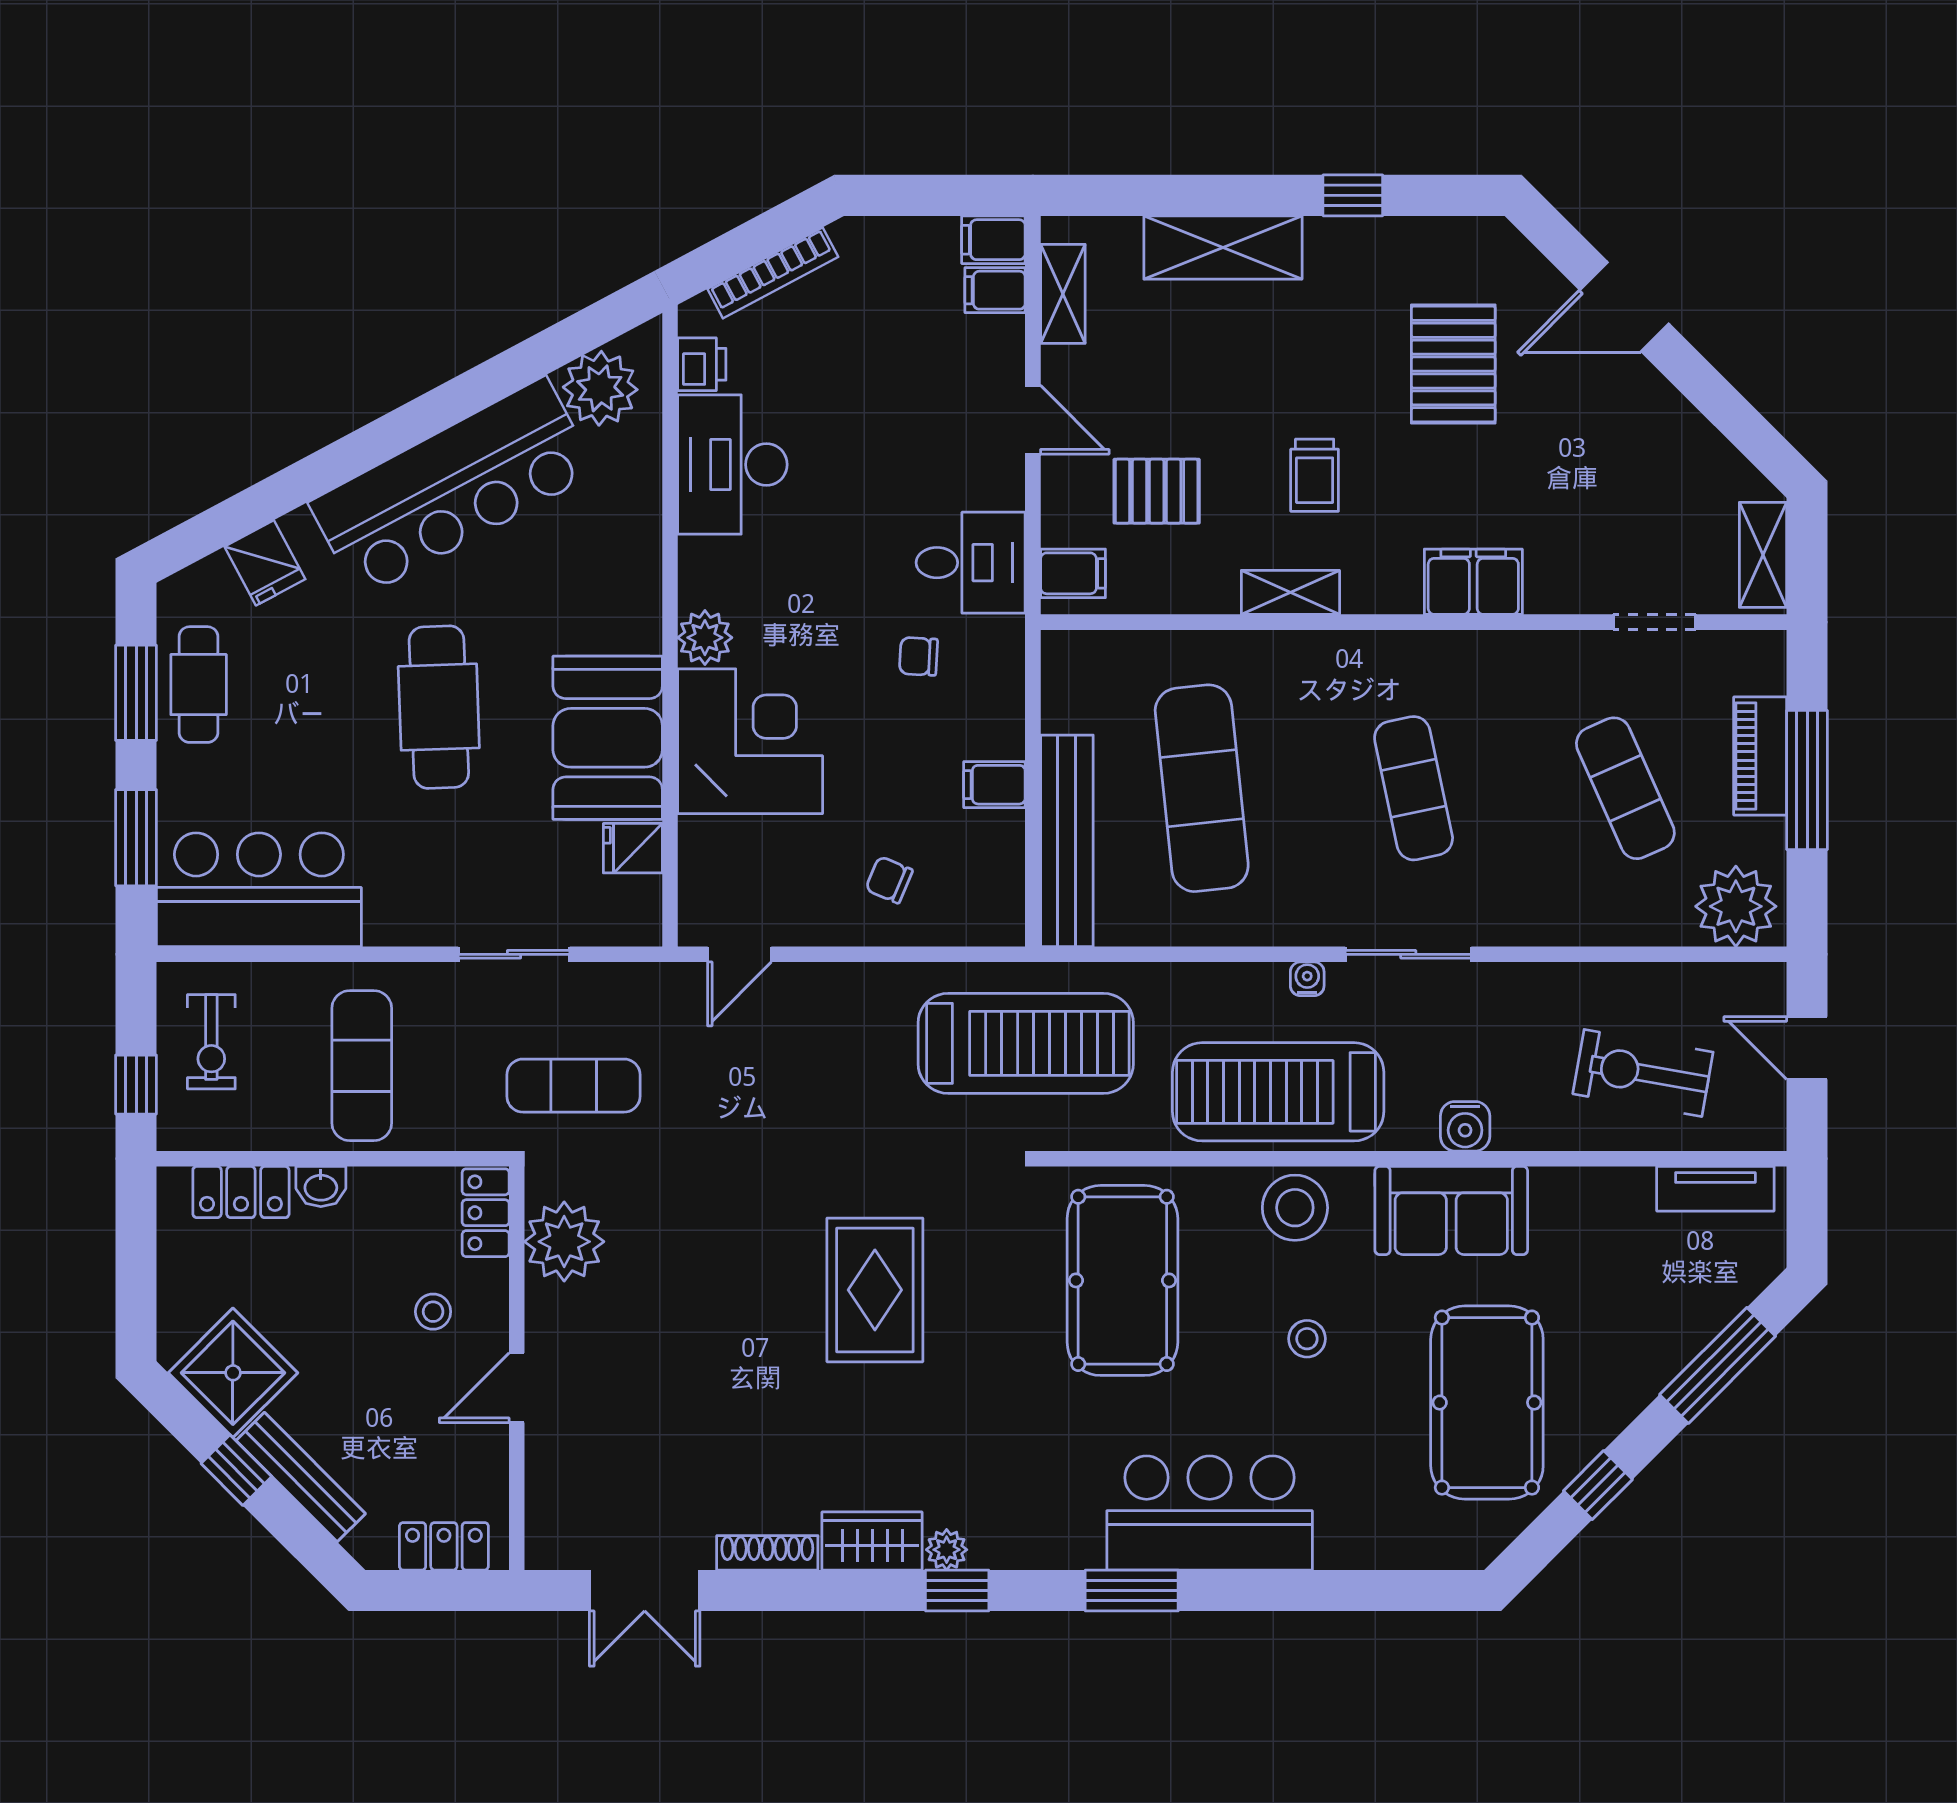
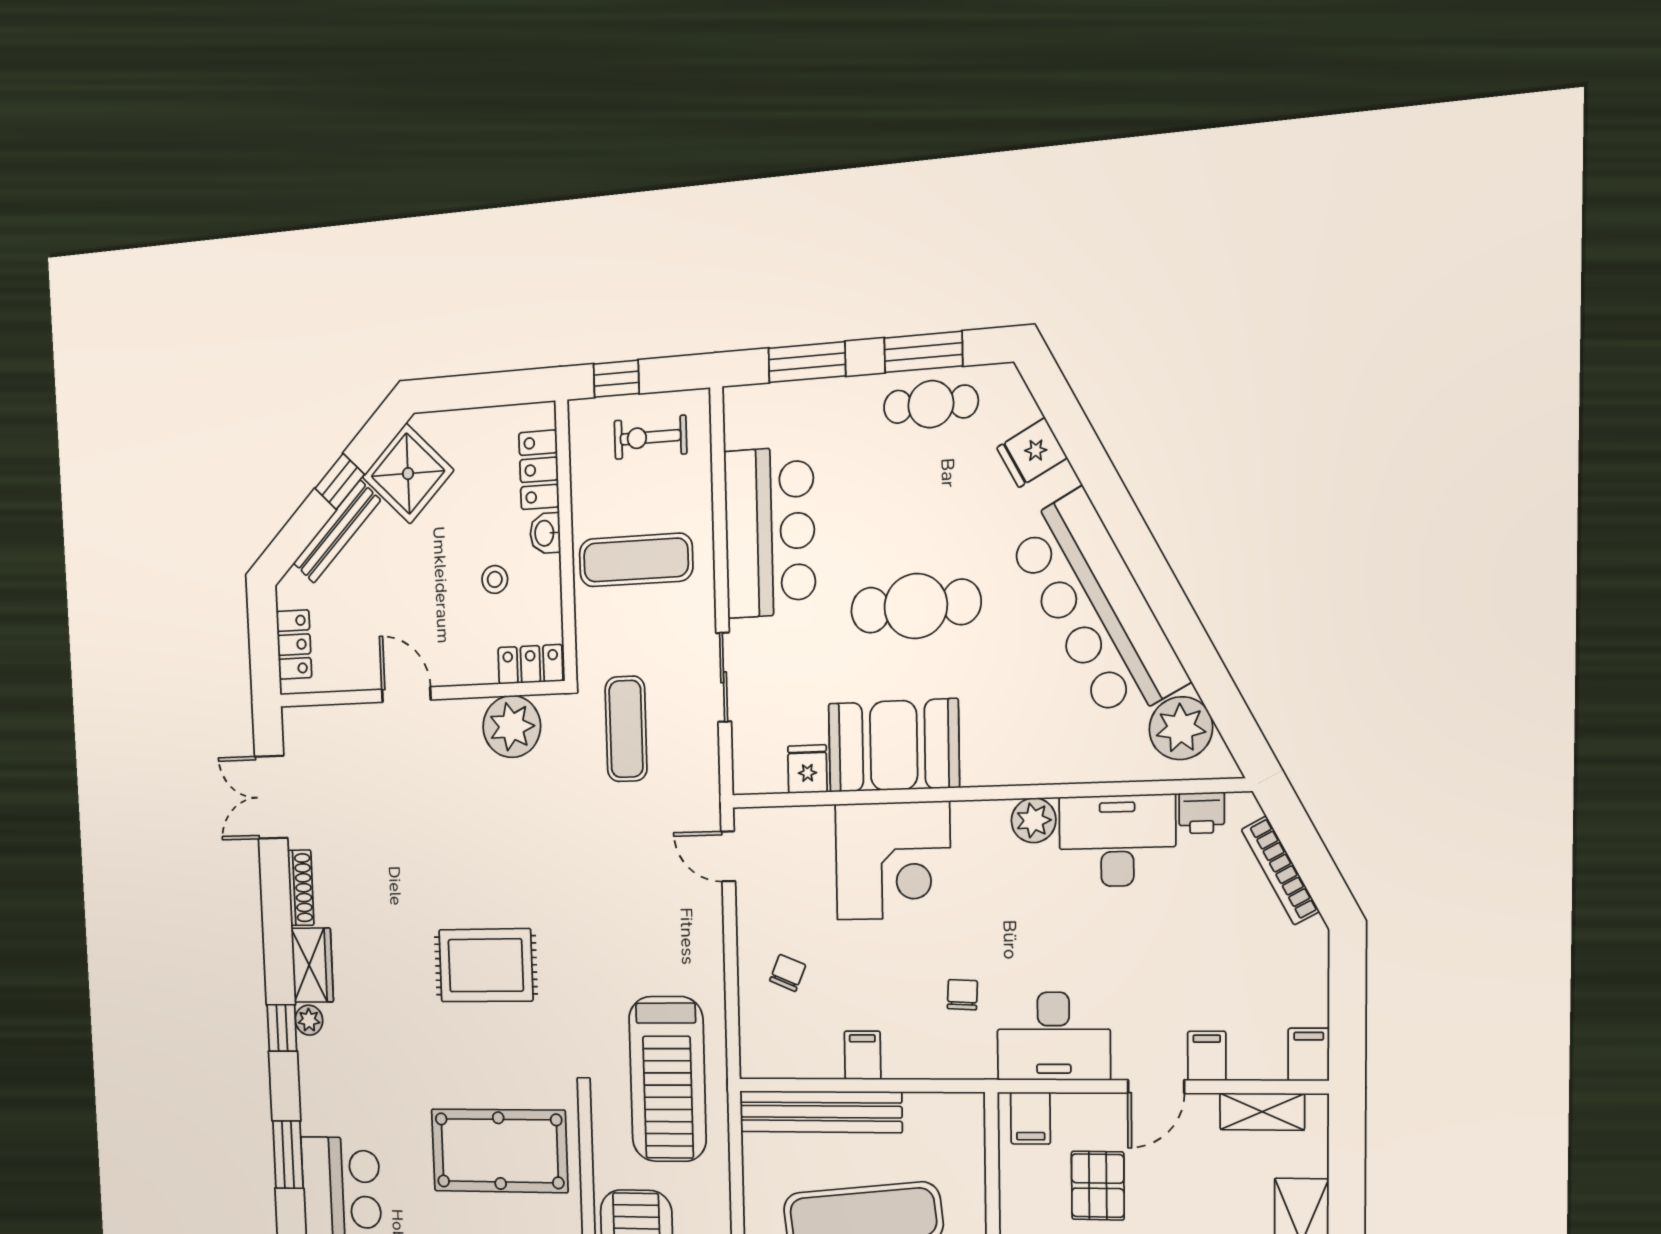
filing cabinet: (995, 290) -> (1207, 1056), moved
desk: (971, 563) -> (1054, 1036), width x1.37
plant: (705, 638) -> (1034, 820), moved
bar counter: (259, 890) -> (770, 532), moved
stool: (433, 1312) -> (495, 579), moved

